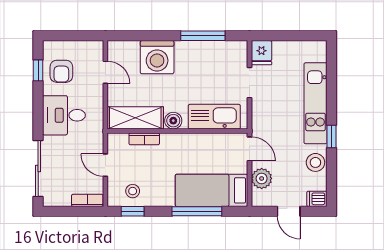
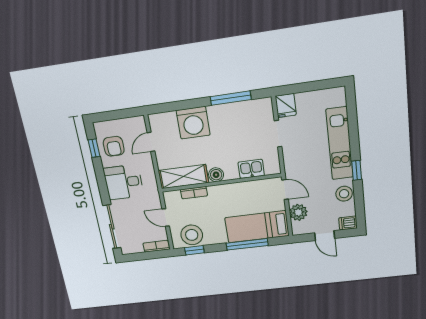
door: (105, 72) -> (151, 142), swing flipped
kitchen sink: (214, 117) -> (251, 169), width x0.53, depth x0.81
stool: (133, 191) -> (192, 235), width x1.89, depth x1.89

